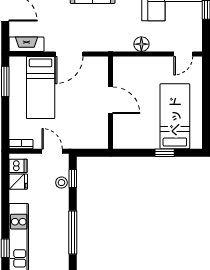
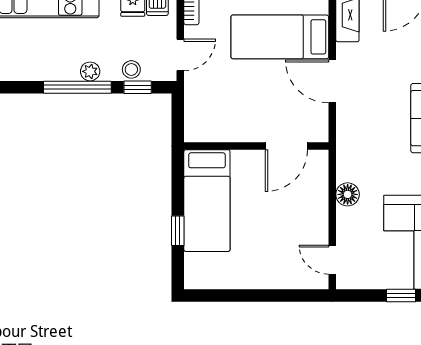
door: (110, 100) -> (286, 146), moved
bed: (175, 116) -> (207, 201), moved, turned 90
plant: (63, 209) -> (90, 71), added
window: (73, 233) -> (77, 87), moved

